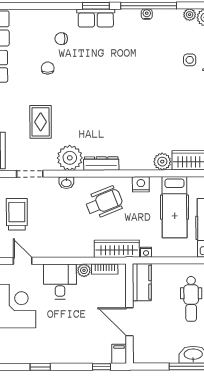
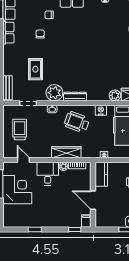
wheelchair: (104, 202) -> (77, 122), turned -138
wardrobe: (117, 249) -> (66, 152), moved

